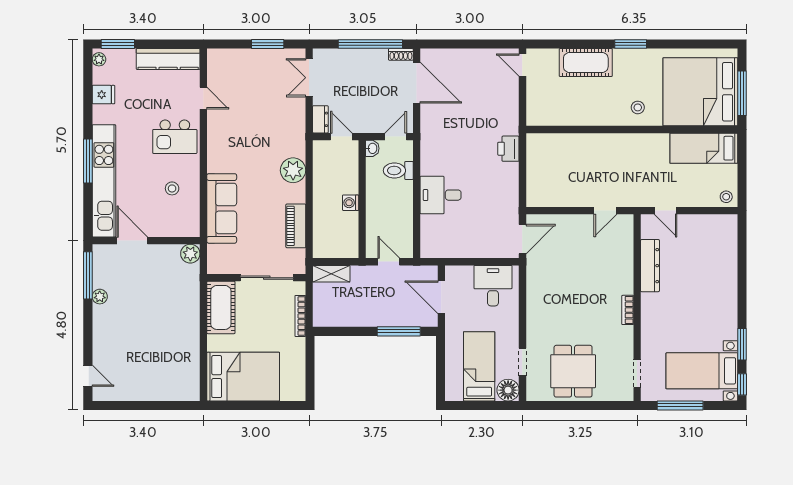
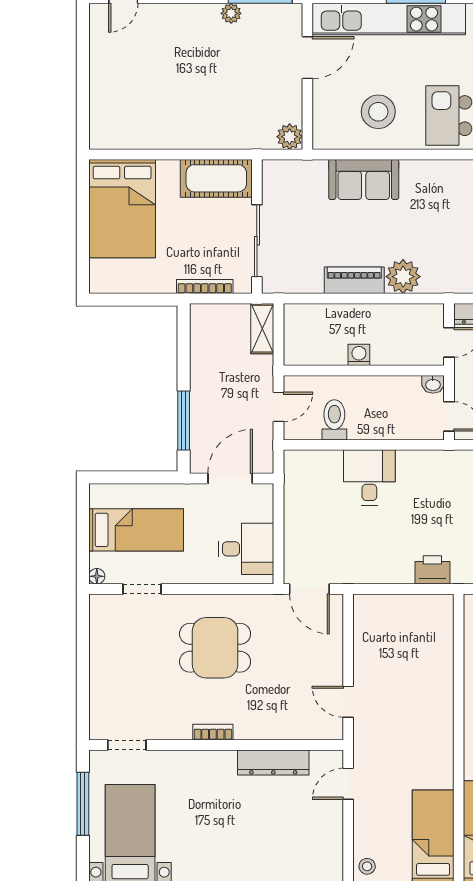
toilet: (398, 170) -> (334, 420), moved
stool: (172, 188) -> (378, 112), width x1.89, depth x1.89
sofa: (222, 208) -> (364, 179), width x0.73
piano: (296, 226) -> (354, 280), moved
dining table: (573, 371) -> (215, 648), moved
floor lamp: (508, 390) -> (97, 576), width x0.53, depth x0.53

